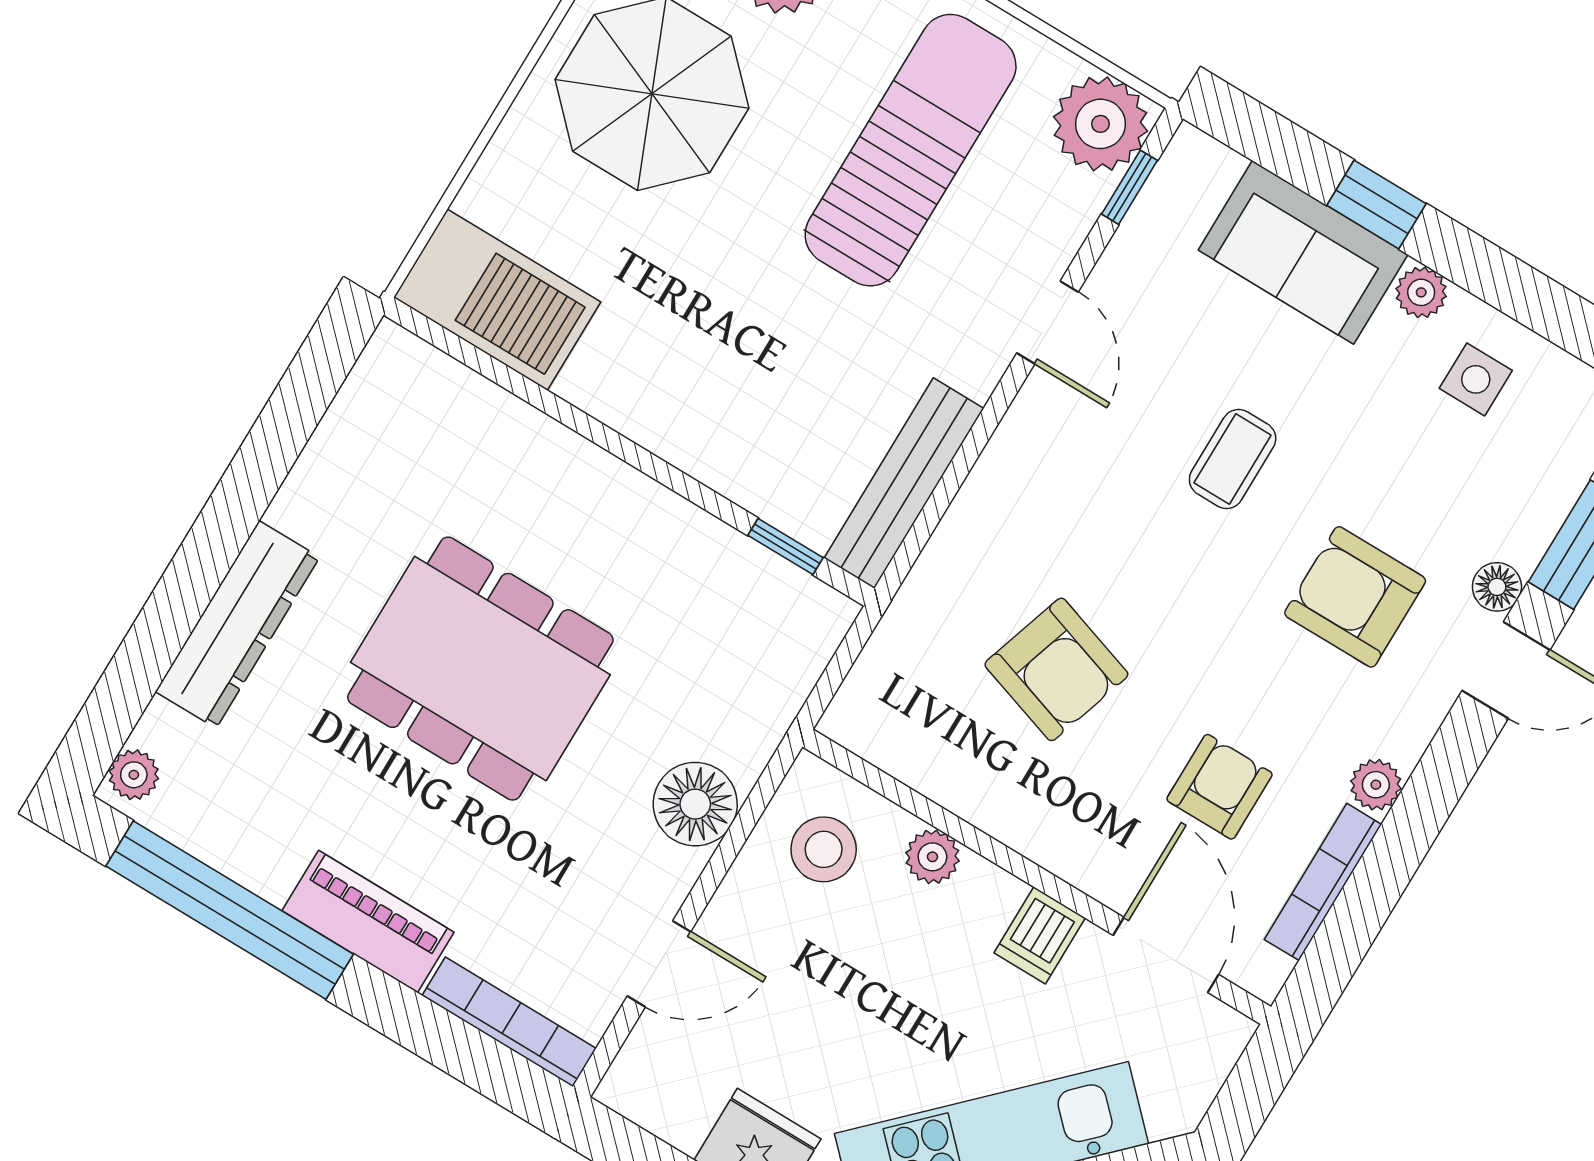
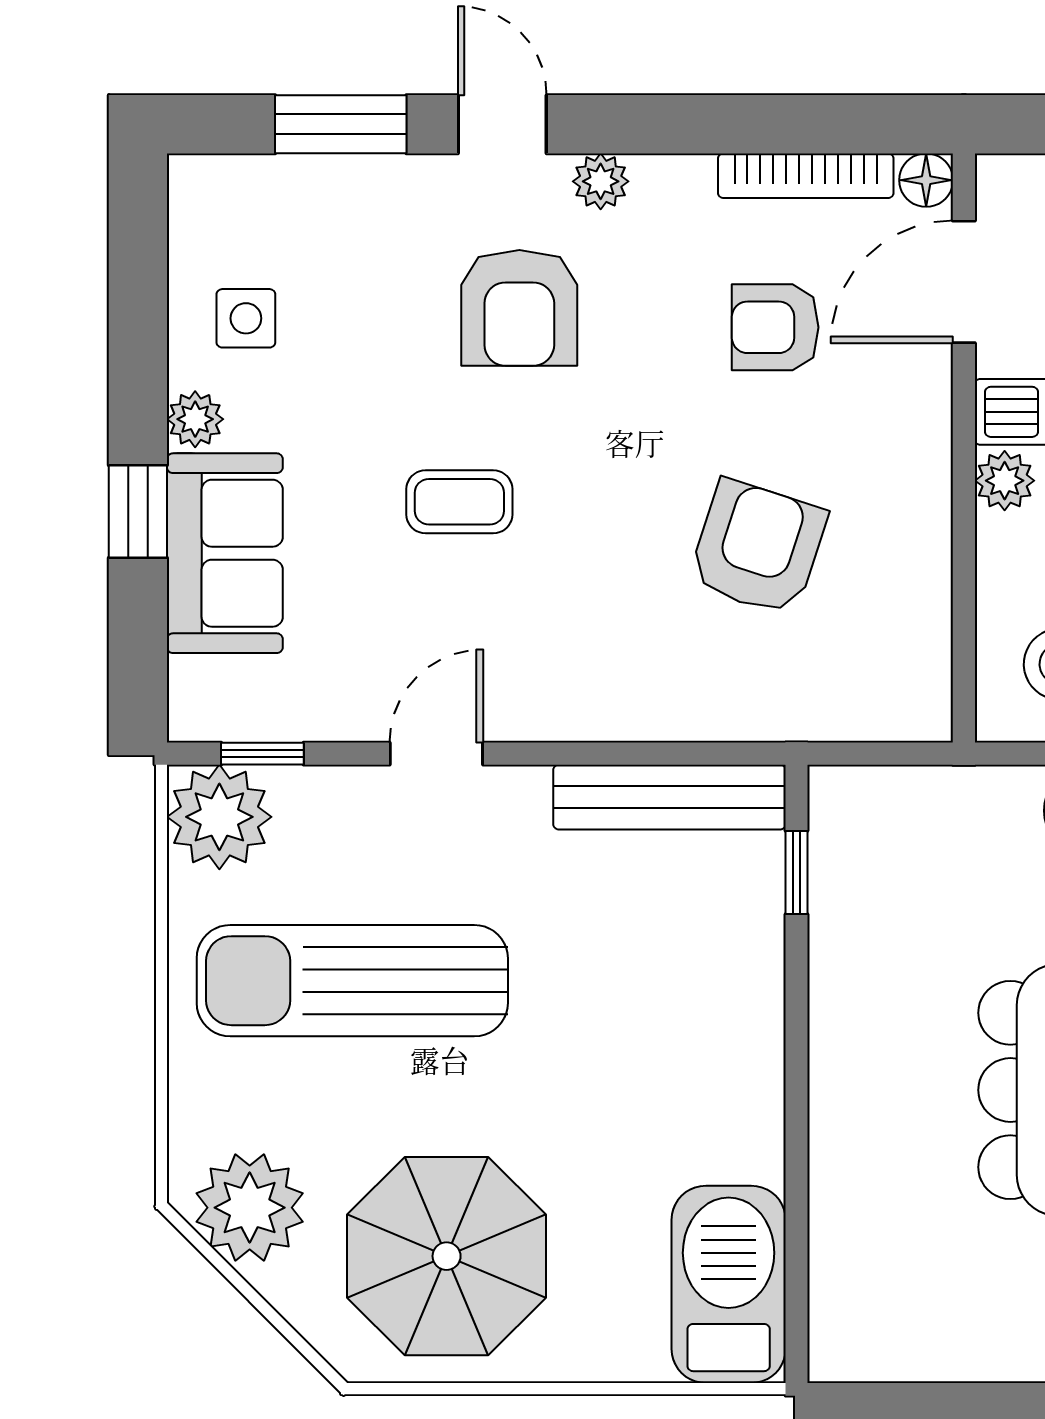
floor lamp: (1497, 587) -> (926, 180), moved
plant: (1376, 785) -> (601, 181), moved
plant: (932, 857) -> (1005, 481), moved

